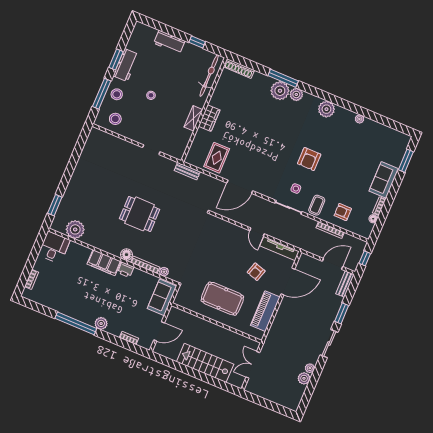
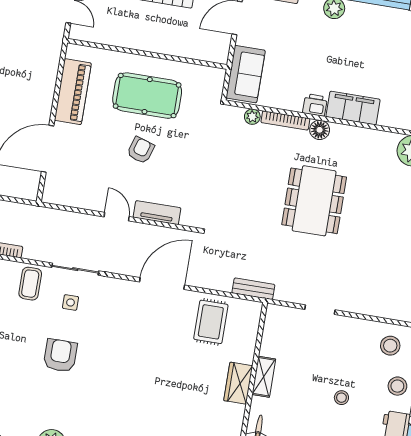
dining table: (140, 214) -> (314, 201), width x1.38
tv unit: (280, 249) -> (157, 213), moved, width x0.71
armchair: (256, 272) -> (141, 150), moved

